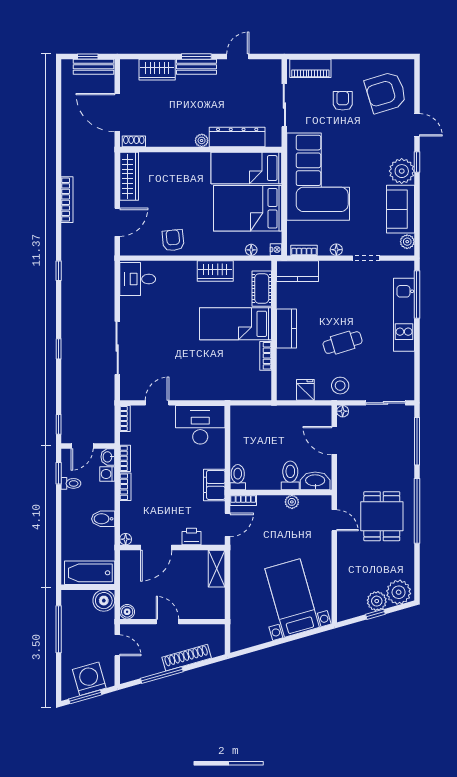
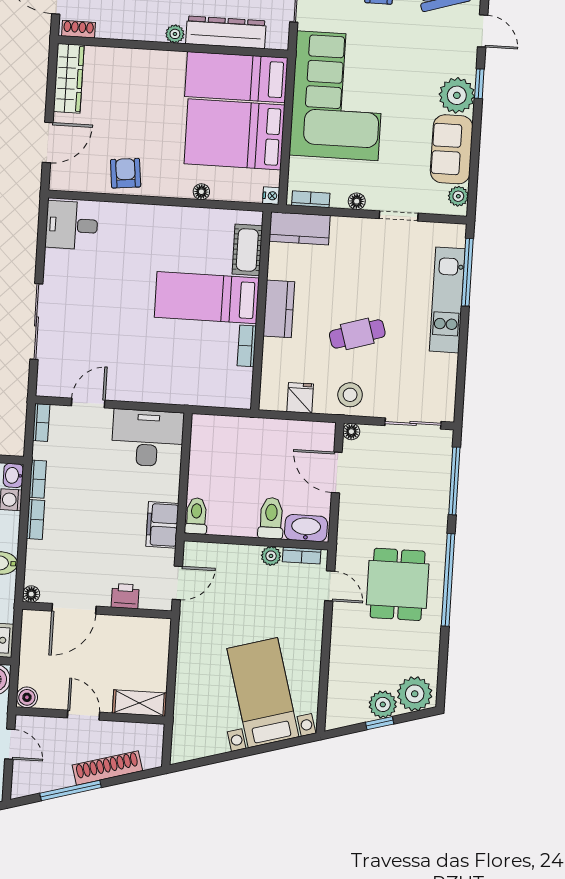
floor lamp: (251, 250) -> (201, 192), moved
wardrobe: (215, 271) -> (183, 221), removed
bookcase: (243, 500) -> (302, 556), moved
shelving: (217, 569) -> (139, 703), moved, turned 90

